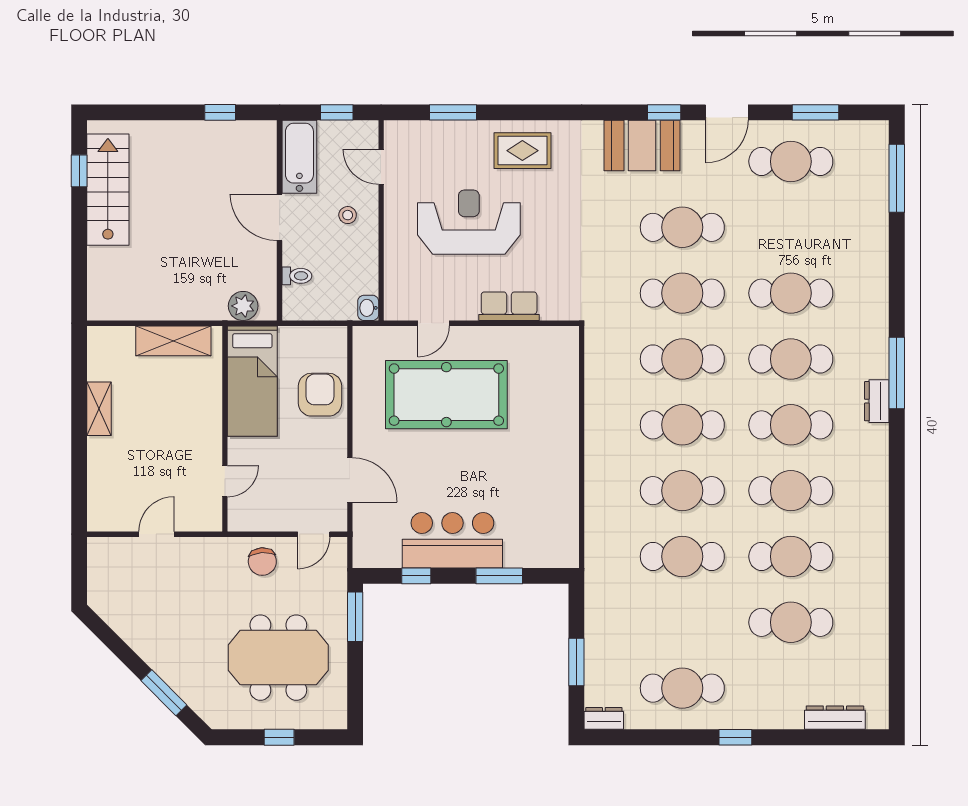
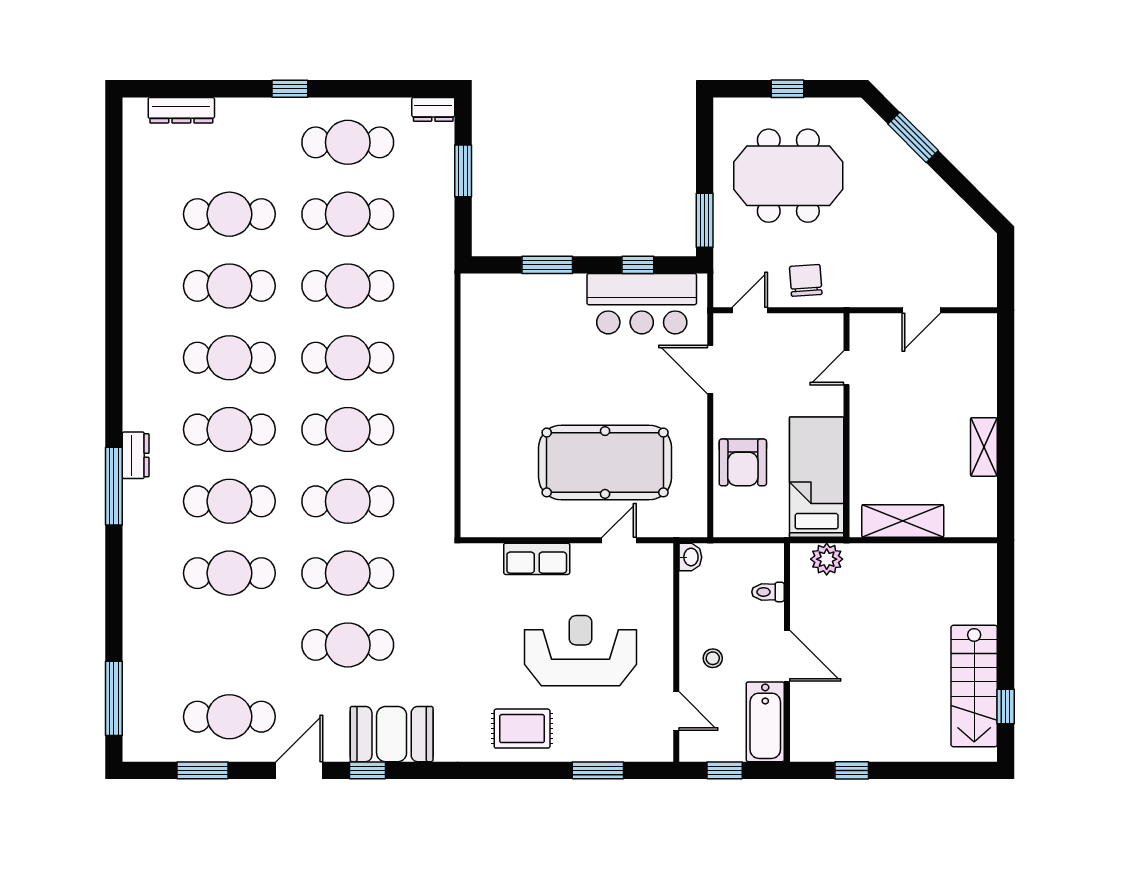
reception desk: (469, 222) -> (581, 651), turned 180
bar counter: (452, 540) -> (642, 304), moved
cafe table: (682, 622) -> (348, 214), added

